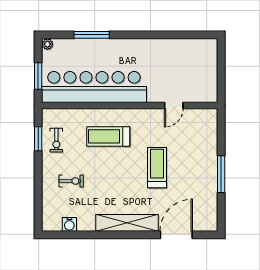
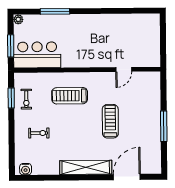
bar counter: (94, 87) -> (37, 55), width x0.54
water cooler: (69, 224) -> (26, 169), moved

